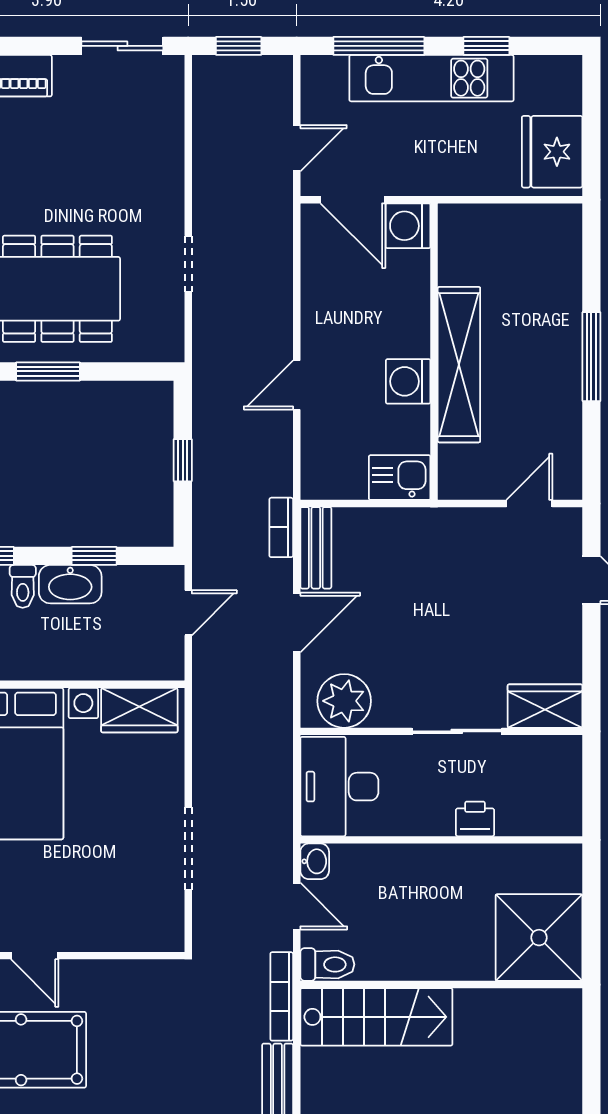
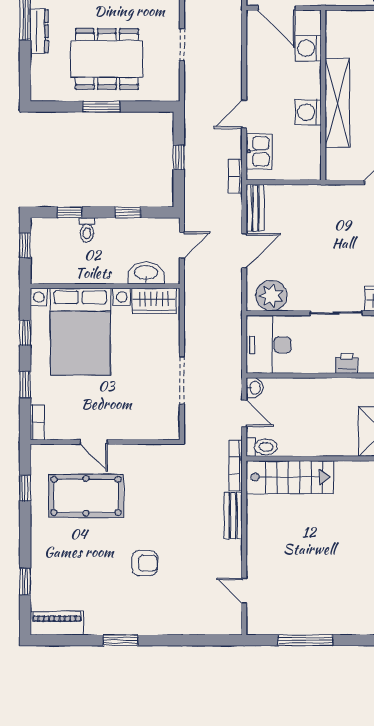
washing machine: (408, 226) -> (308, 48), moved
kitchen sink: (400, 478) -> (259, 151), moved, turned 90
bookcase: (281, 527) -> (235, 176), moved
washbasin: (70, 584) -> (146, 273), moved, turned 180

